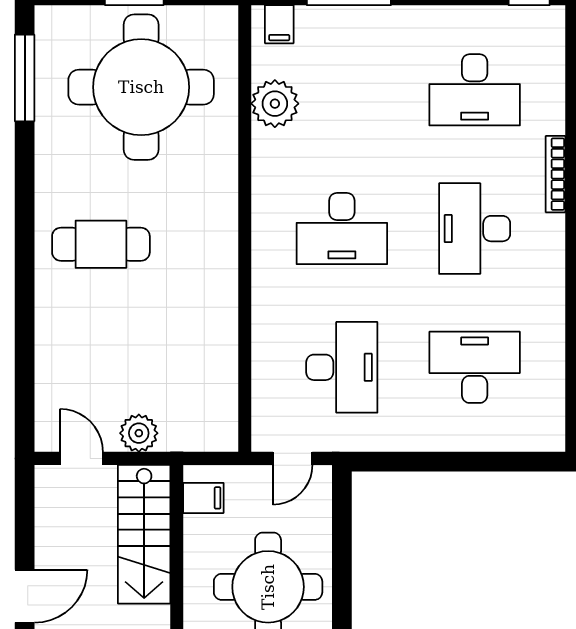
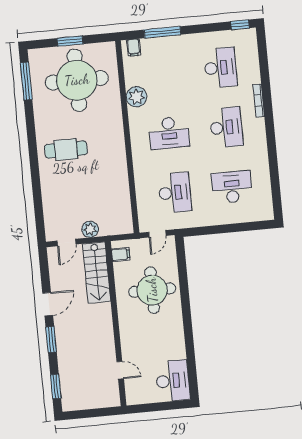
desk: (475, 90) -> (220, 68), turned -90
plant: (275, 104) -> (136, 97), moved
desk: (475, 229) -> (226, 127), turned 180
door: (81, 458) -> (66, 243), swing flipped

